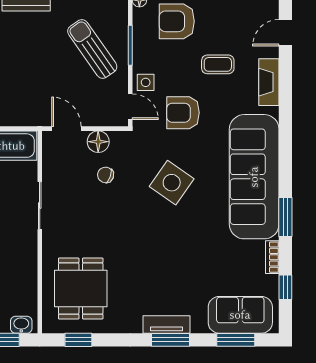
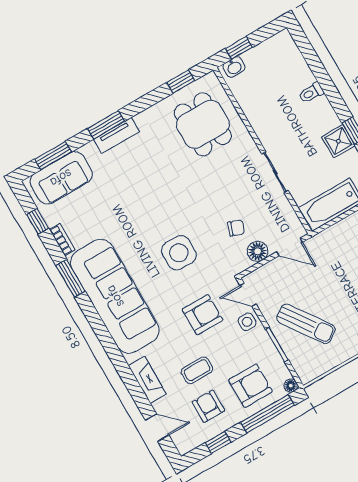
armchair: (227, 25) -> (208, 406), added
door: (285, 33) -> (157, 428), hinge flipped
side table: (172, 183) -> (179, 253), turned -35

